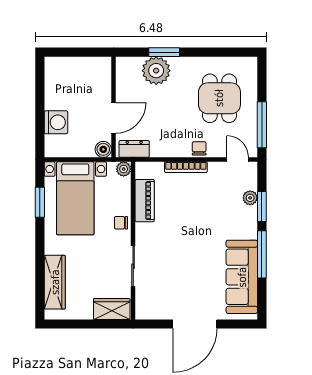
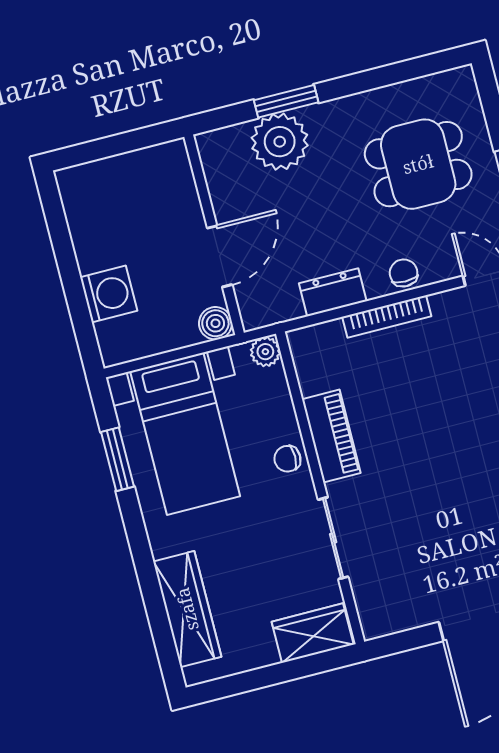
dining table: (219, 98) -> (418, 164), turned 90
dresser: (134, 149) -> (333, 292), moved
piano: (145, 201) -> (331, 436), moved

